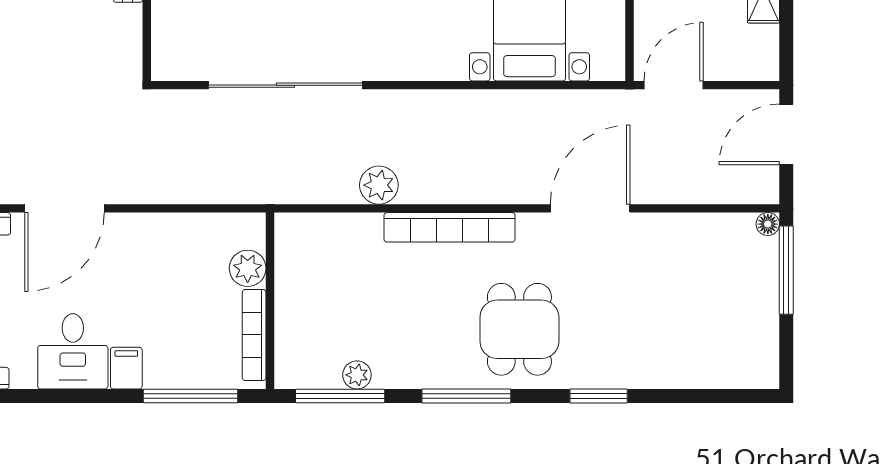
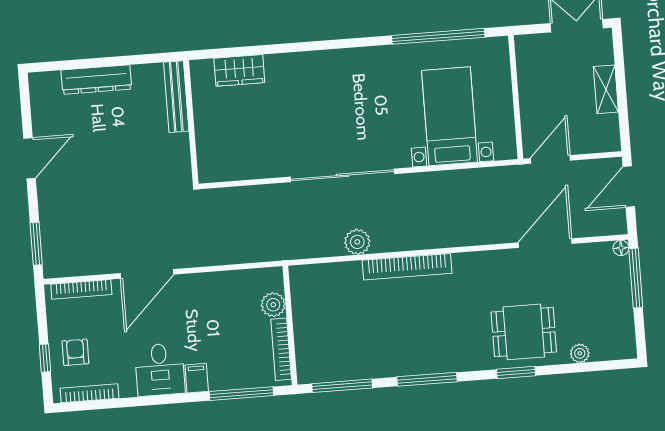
sliding door: (285, 85) -> (342, 175), moved
door: (590, 208) -> (545, 243), moved
dining table: (519, 329) -> (524, 332), moved, turned 90
plant: (357, 375) -> (580, 353), moved

